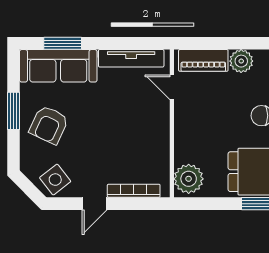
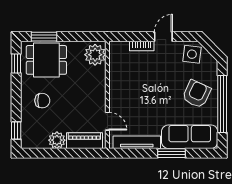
window: (63, 43) -> (171, 153), moved
window: (13, 111) -> (222, 104), width x2.11
side table: (55, 180) -> (192, 54), turned 45
bookcase: (134, 191) -> (142, 46), width x0.64

